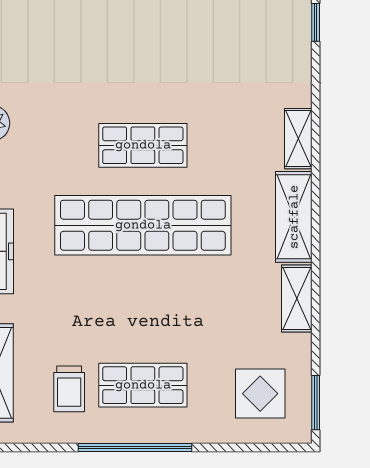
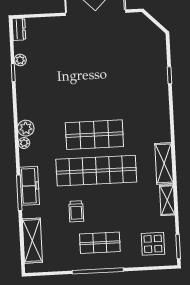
shelving: (298, 139) -> (164, 128), removed
shop shelf: (143, 145) -> (94, 135), width x1.43, depth x1.36
trolley: (69, 389) -> (76, 211), moved

